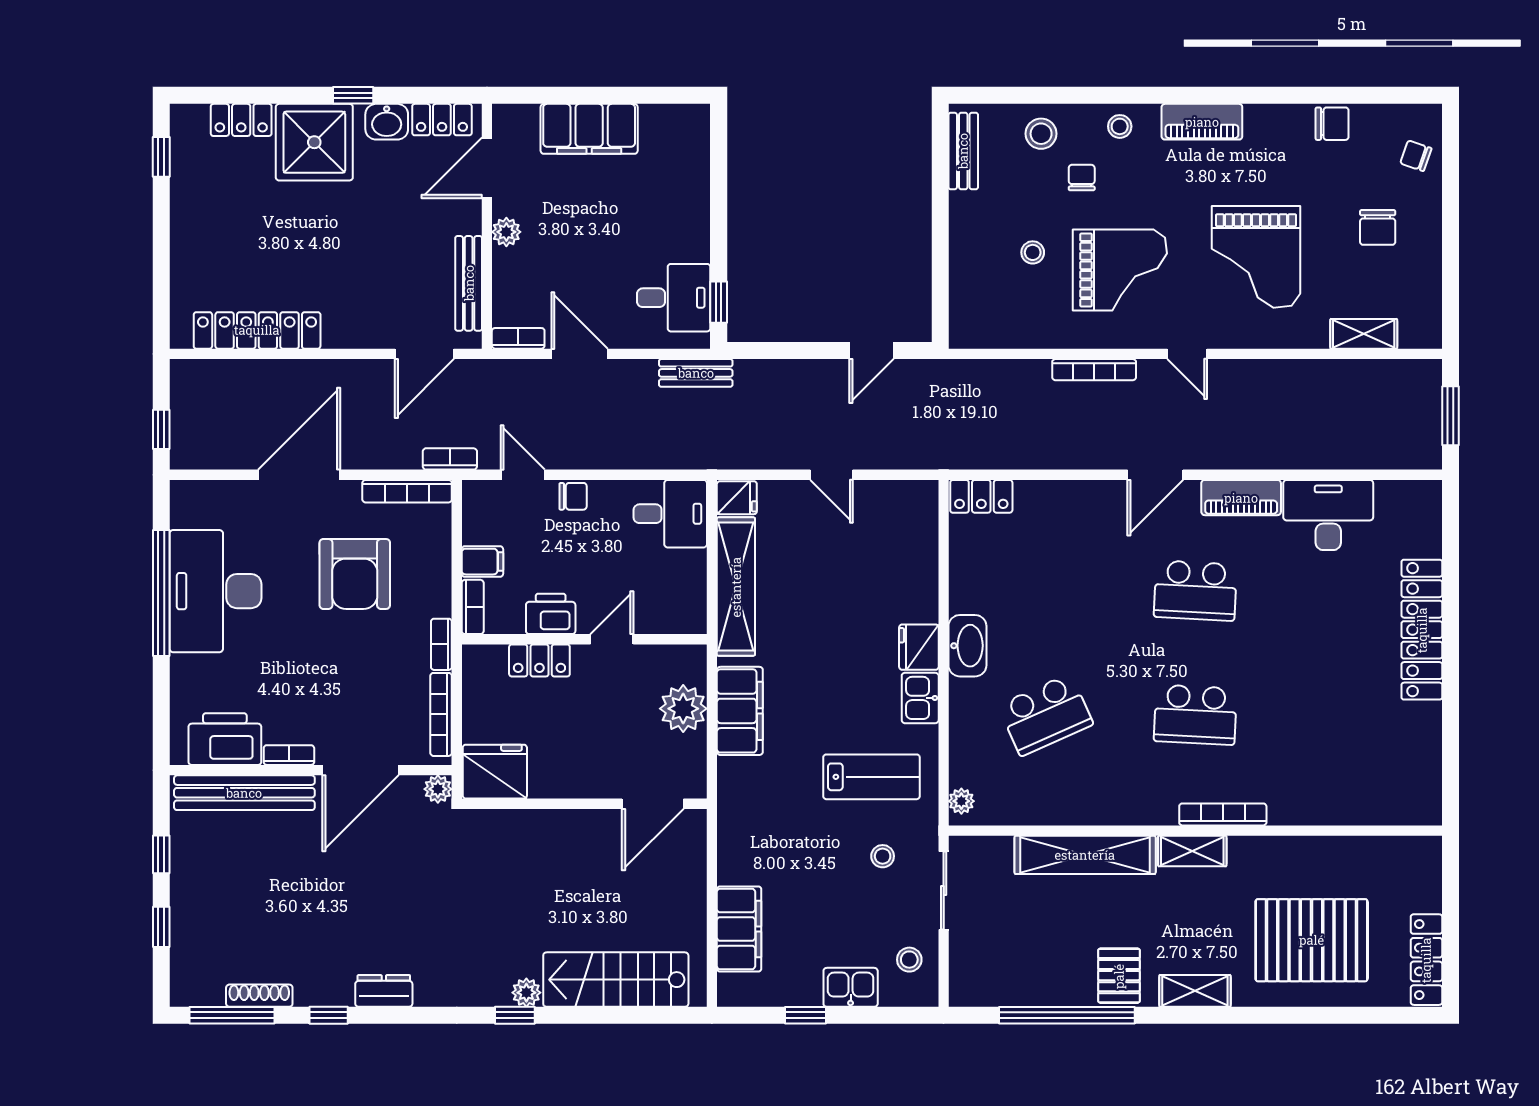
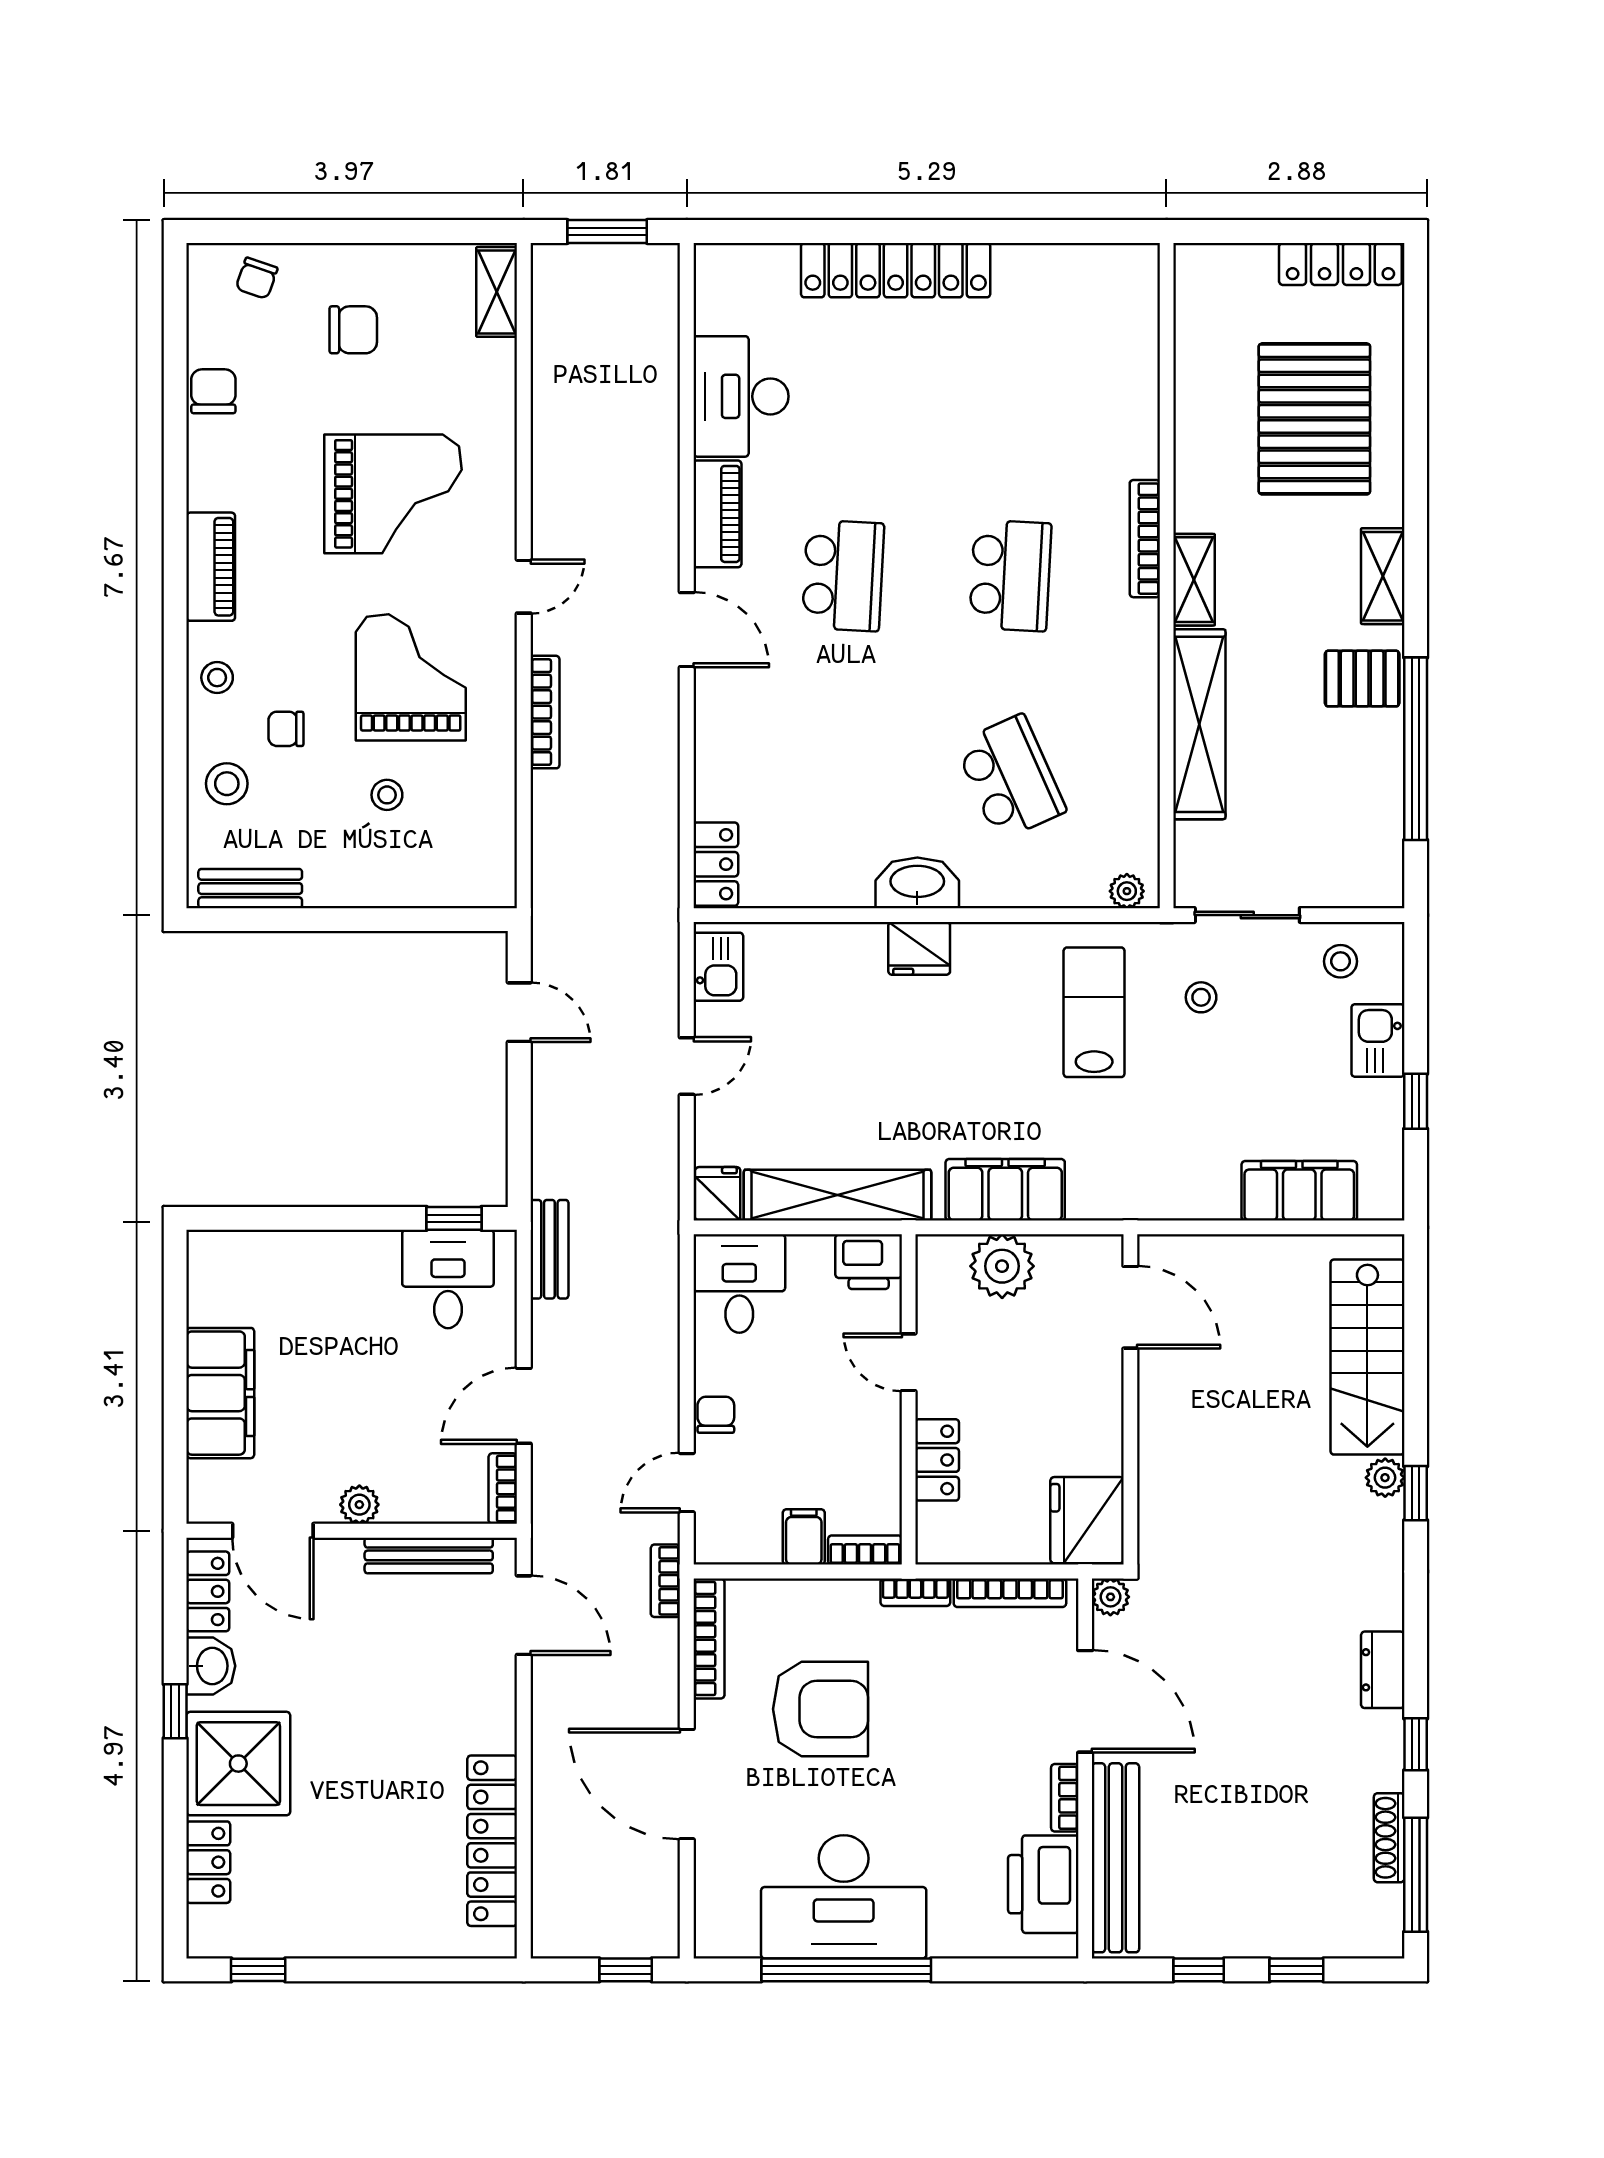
shelving: (1364, 334) -> (497, 292), moved
printer: (551, 614) -> (869, 1262), moved, turned -90
kitchen sink: (920, 698) -> (718, 967), moved, turned -90

